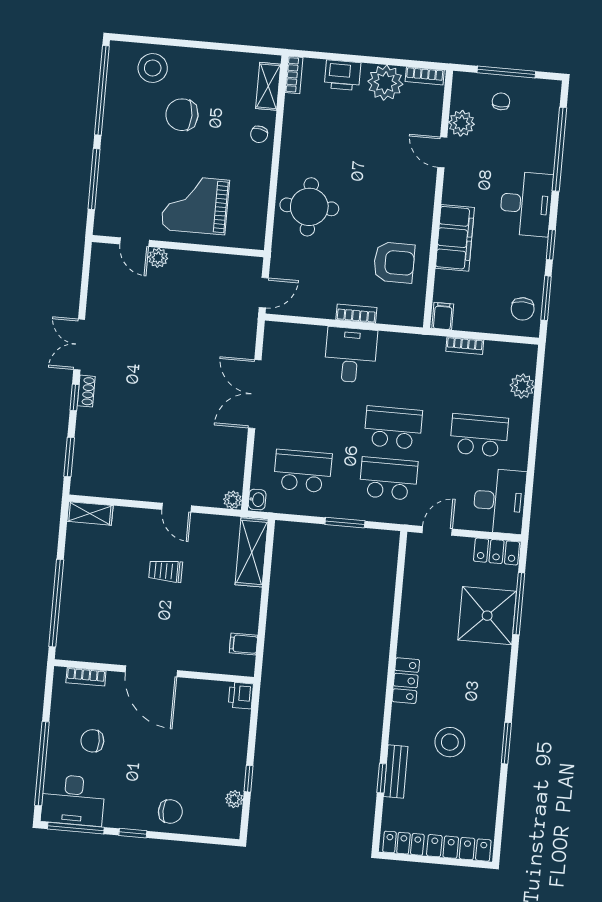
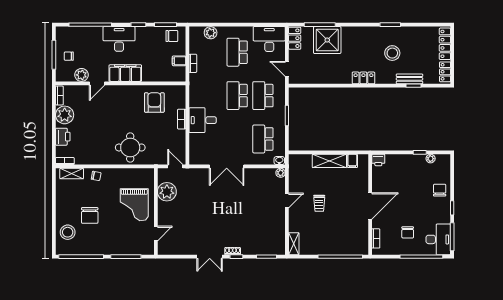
filing cabinet: (455, 238) -> (125, 73), moved
plant: (158, 258) -> (167, 192), moved, width x1.88, depth x1.88
filing cabinet: (443, 316) -> (179, 61), moved
shelving: (252, 552) -> (329, 161), moved

